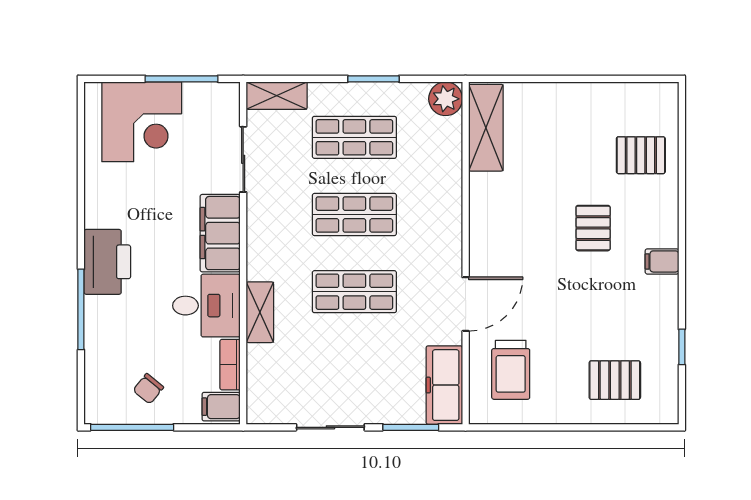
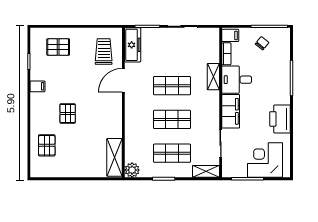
pallet: (641, 155) -> (47, 145), turned 90
filing cabinet: (662, 261) -> (37, 86), moved
printer: (107, 262) -> (280, 119), moved

